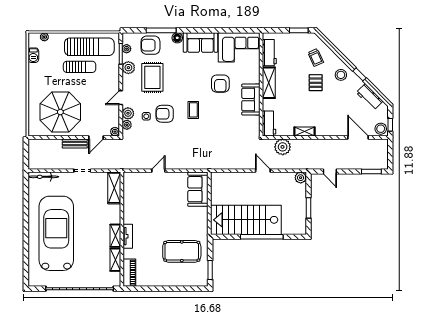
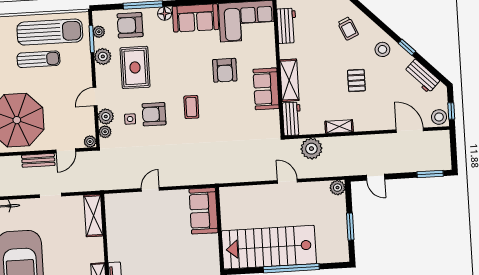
shelving: (269, 83) -> (289, 80), moved
pallet: (316, 83) -> (356, 81), moved

